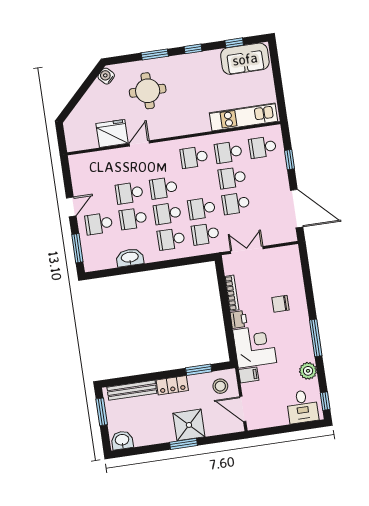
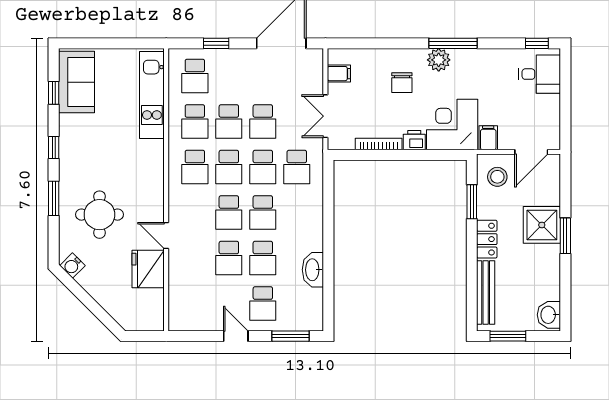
school desk: (171, 239) -> (229, 167), moved
filing cabinet: (280, 255) -> (339, 74), added
plant: (308, 371) -> (439, 60), moved

